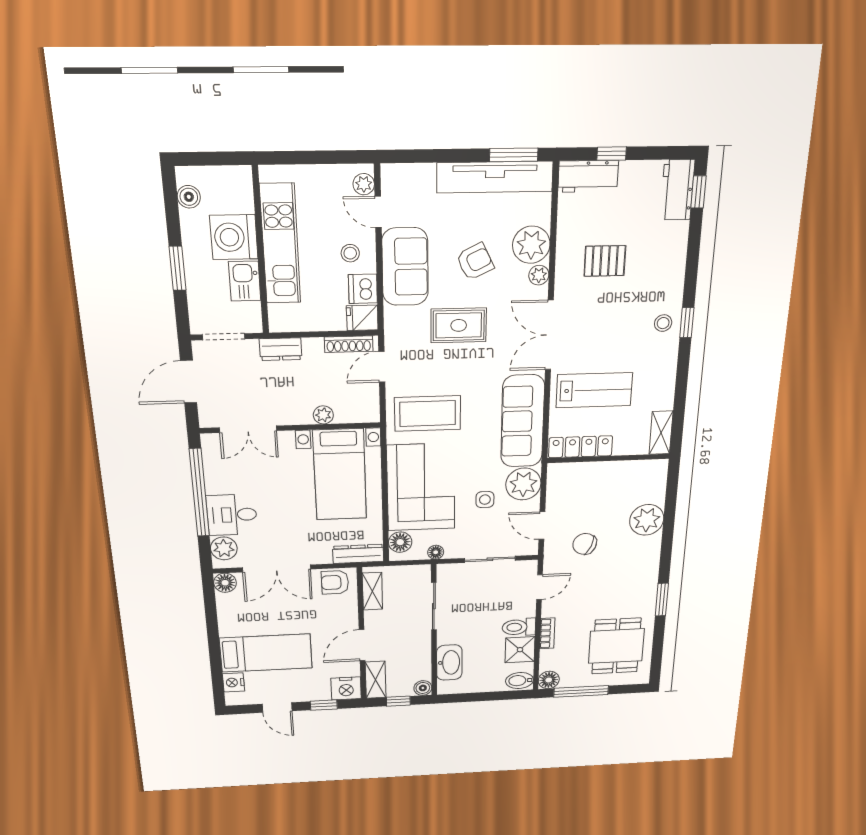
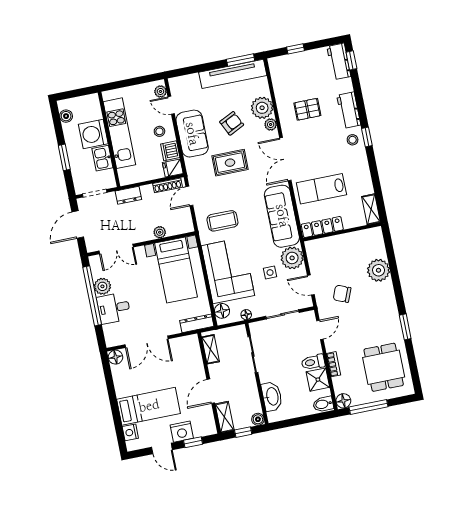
workbench: (588, 176) -> (349, 110), moved, turned 90
lab bench: (594, 390) -> (321, 189), turned 180
coffee table: (428, 413) -> (222, 221), width x0.73, depth x0.76
plant: (224, 548) -> (102, 286), moved
armchair: (335, 582) -> (185, 346), removed
nightstand: (346, 688) -> (182, 432), moved

